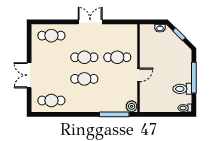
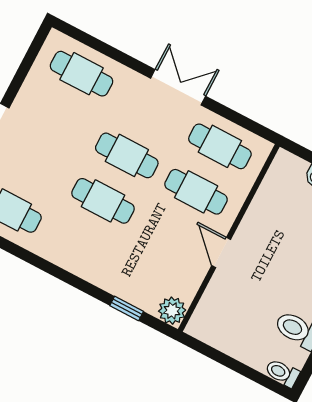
cafe table: (117, 36) -> (220, 146), added
door: (139, 75) -> (221, 252), swing flipped
window: (114, 114) -> (127, 308), width x0.46

